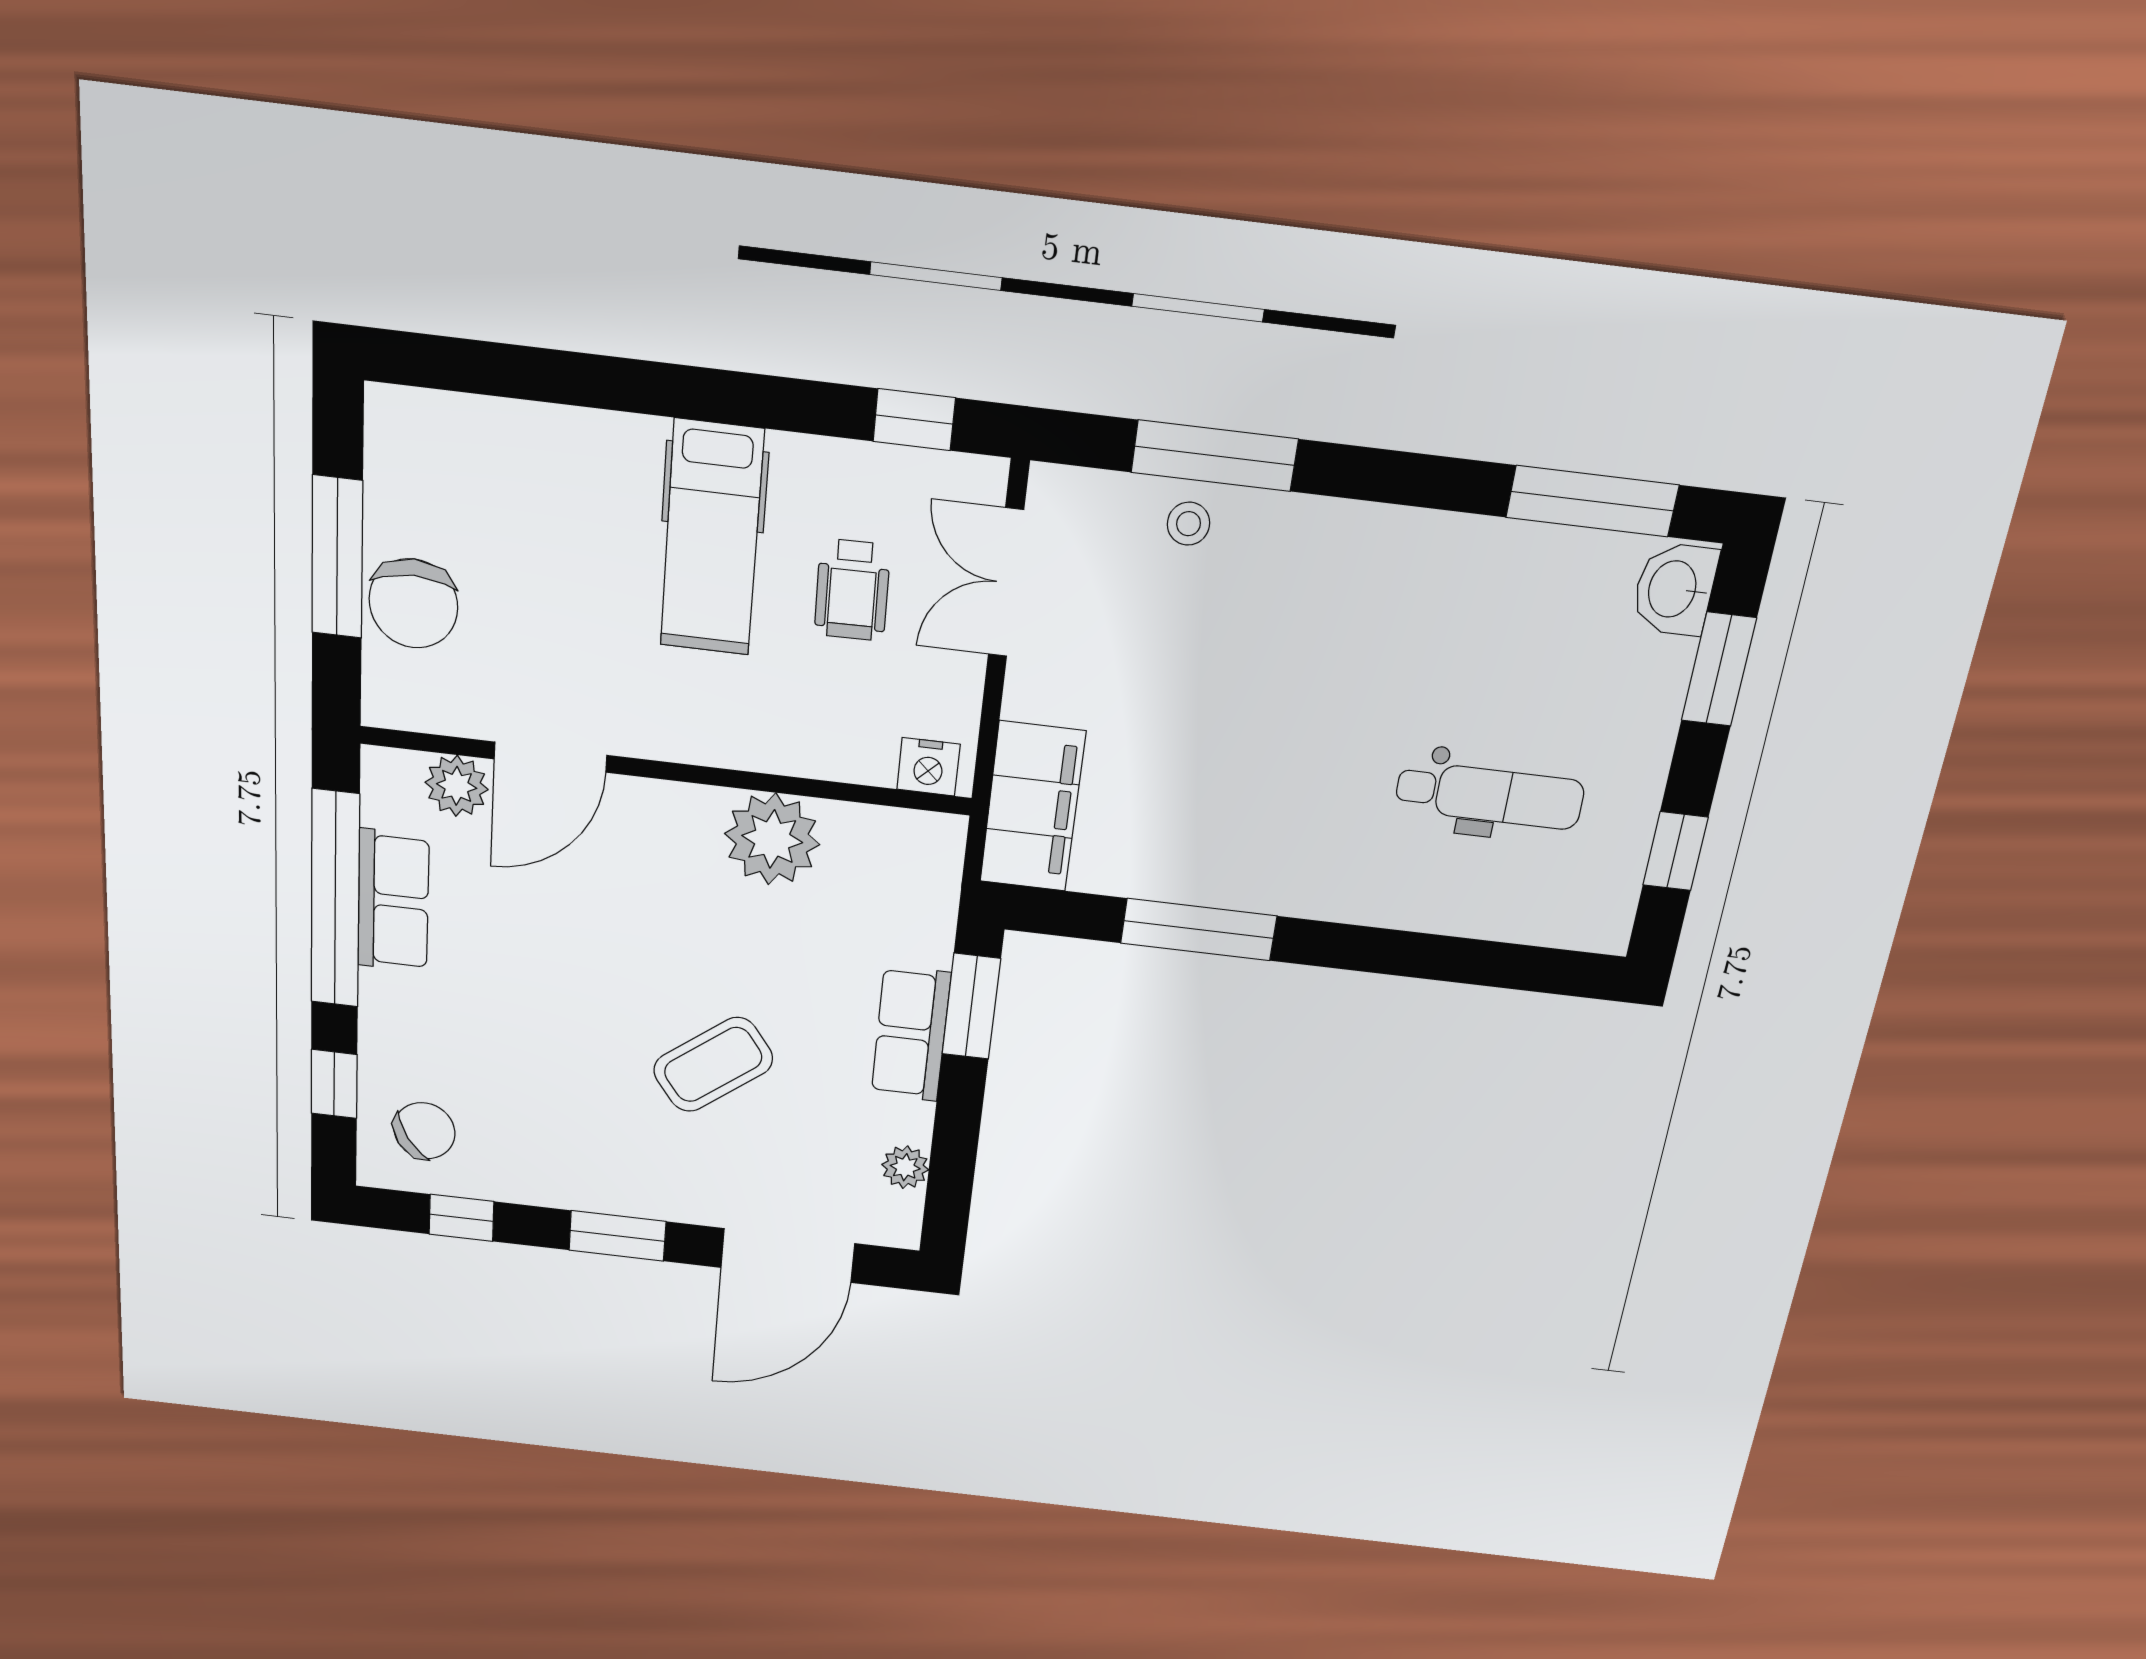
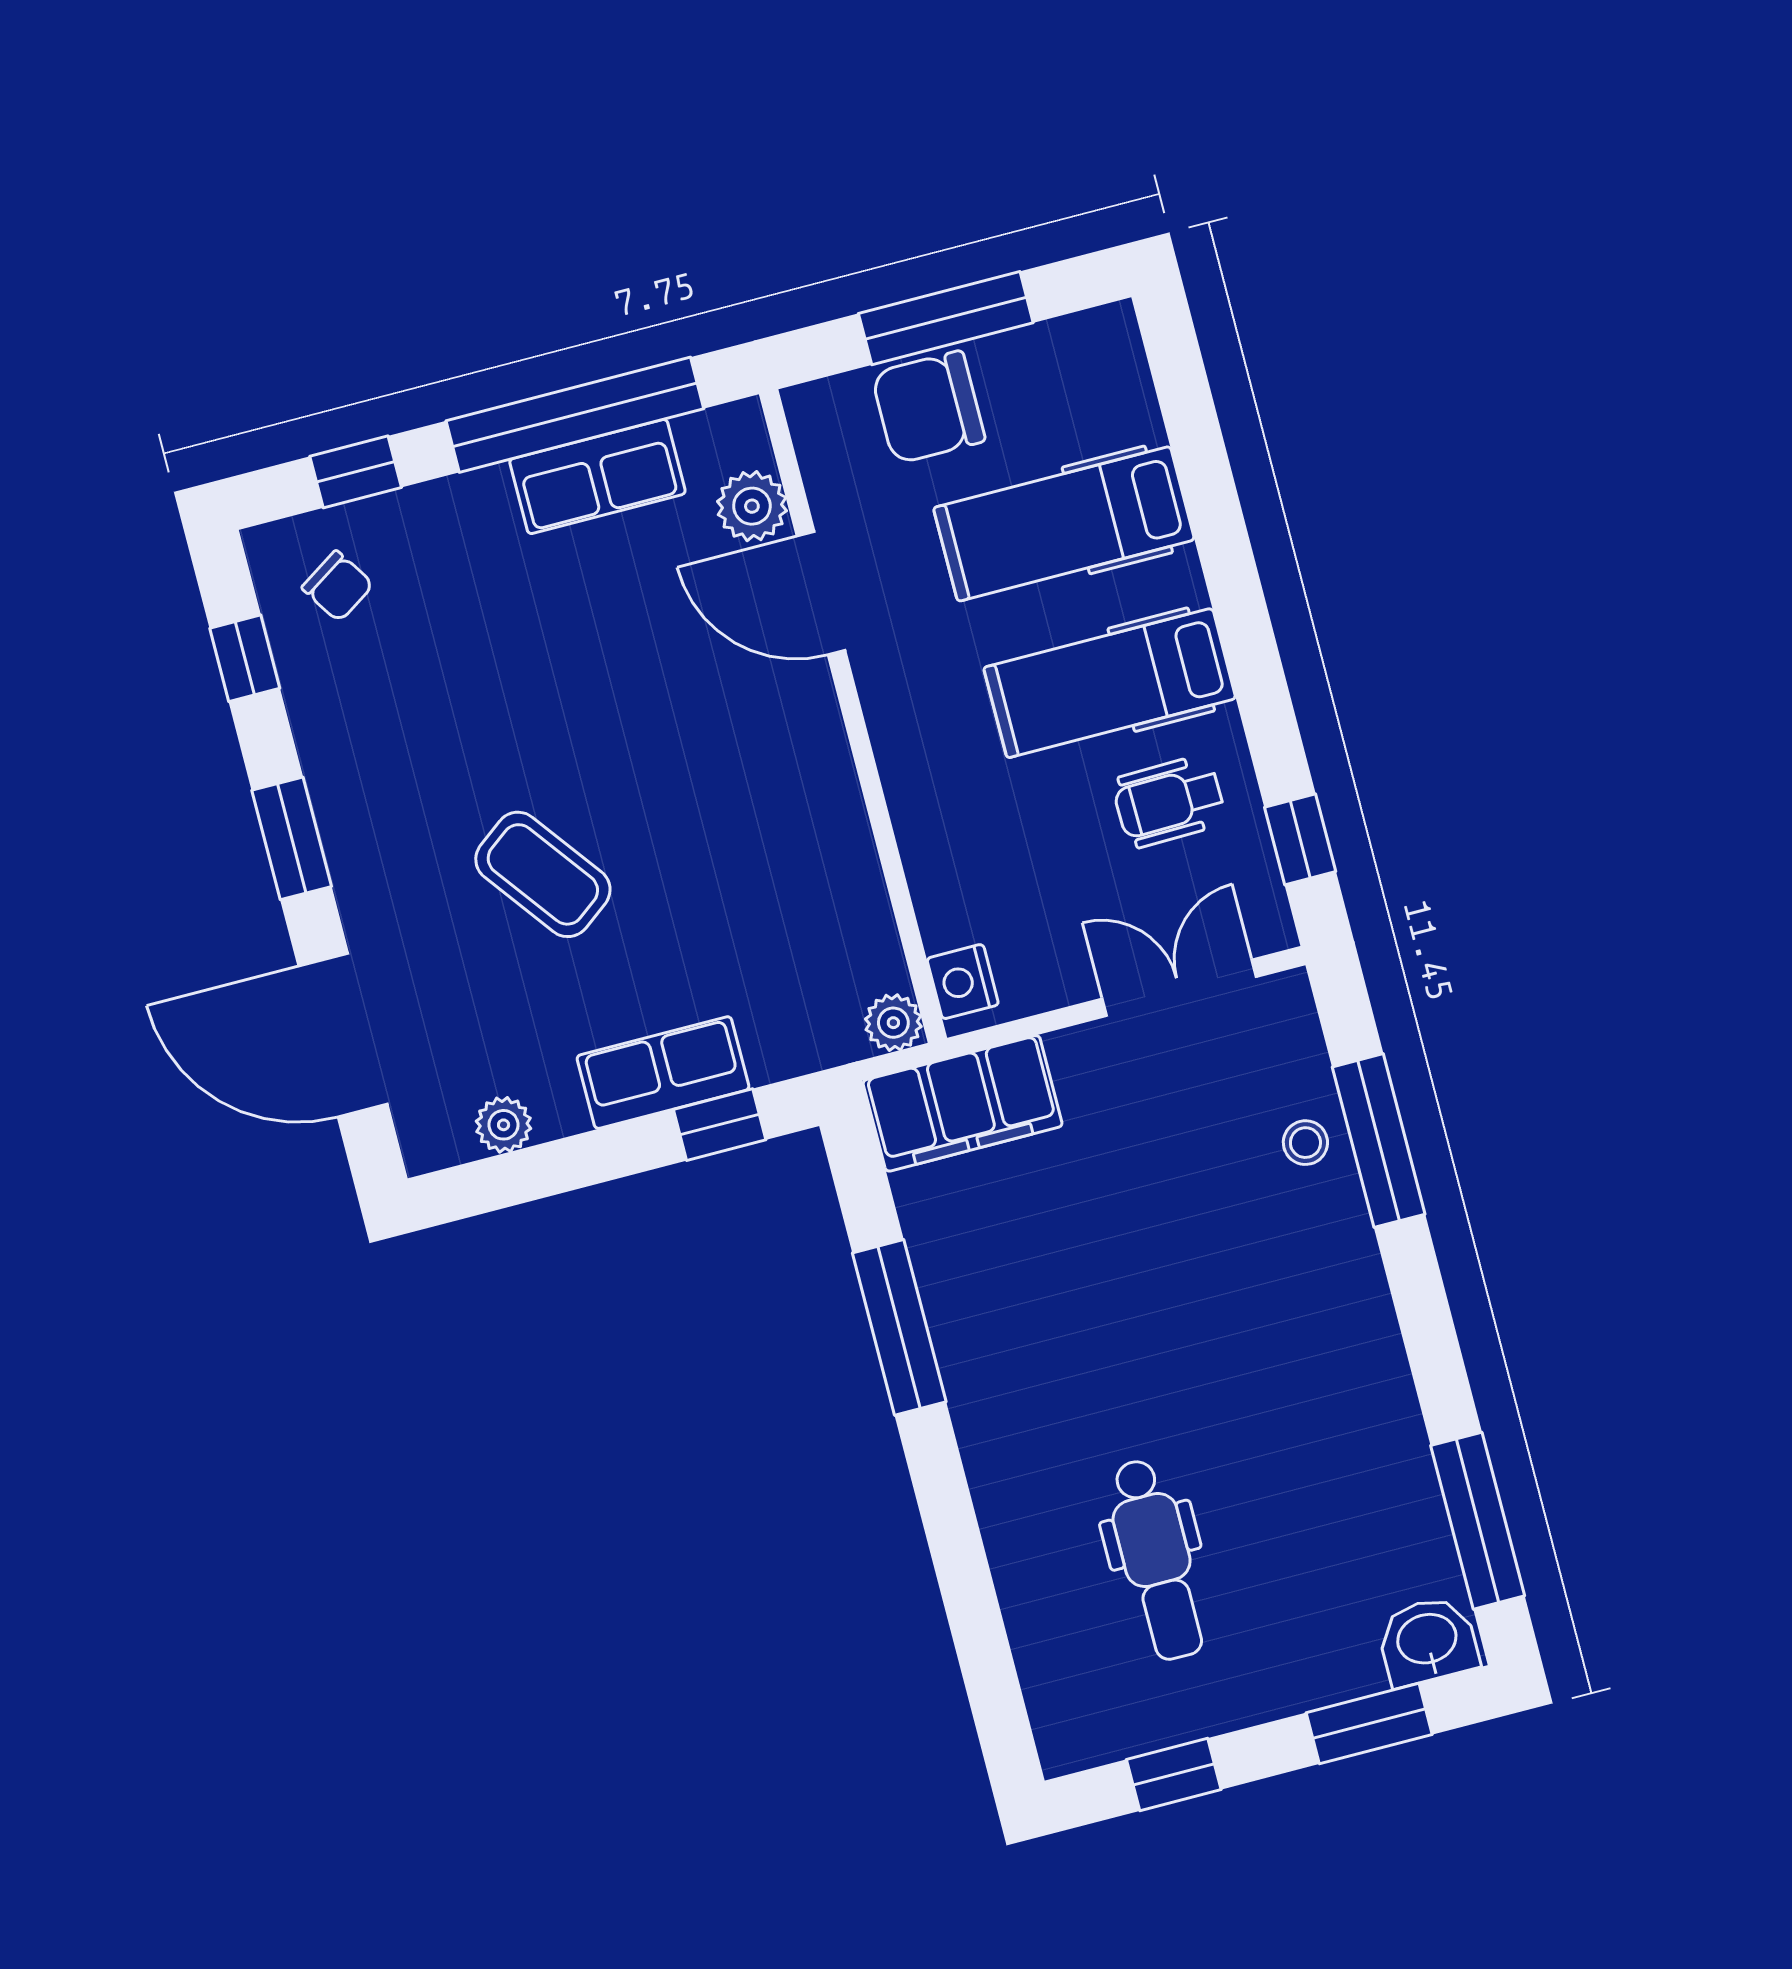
hospital bed: (555, 523) -> (1064, 524), added
wheelchair: (852, 590) -> (1169, 801), moved
plant: (772, 839) -> (893, 1023), moved, width x0.53, depth x0.53
window: (971, 1006) -> (720, 1125), width x0.67
chair: (424, 1131) -> (338, 586), width x0.73, depth x0.73

